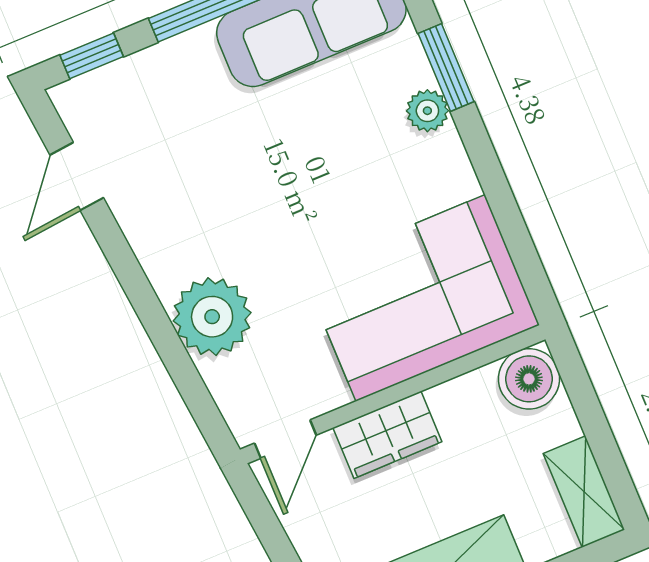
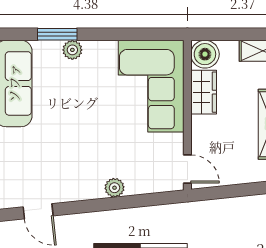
plant: (212, 317) -> (114, 188), width x0.53, depth x0.53
wardrobe: (387, 435) -> (204, 92), moved

